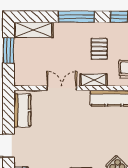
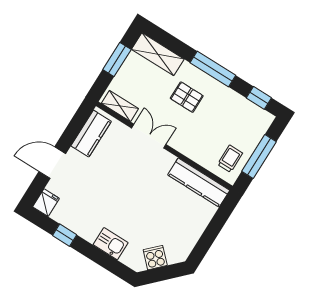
pallet: (99, 49) -> (187, 97), moved, turned 90
shelving: (94, 80) -> (120, 106), moved

